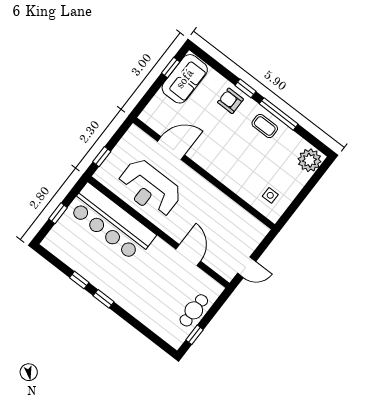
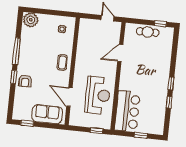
sofa: (185, 79) -> (47, 114), moved
coffee table: (265, 126) -> (62, 62), moved
bar counter: (111, 222) -> (127, 111), width x0.73

